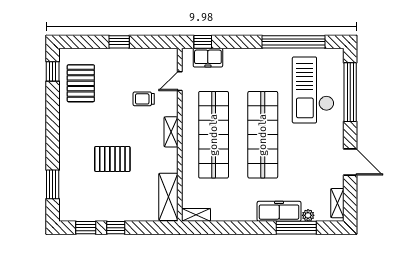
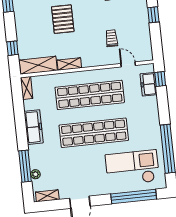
shelving: (171, 132) -> (69, 64), moved
freezer: (279, 211) -> (34, 127), moved
window: (116, 228) -> (12, 48), moved

